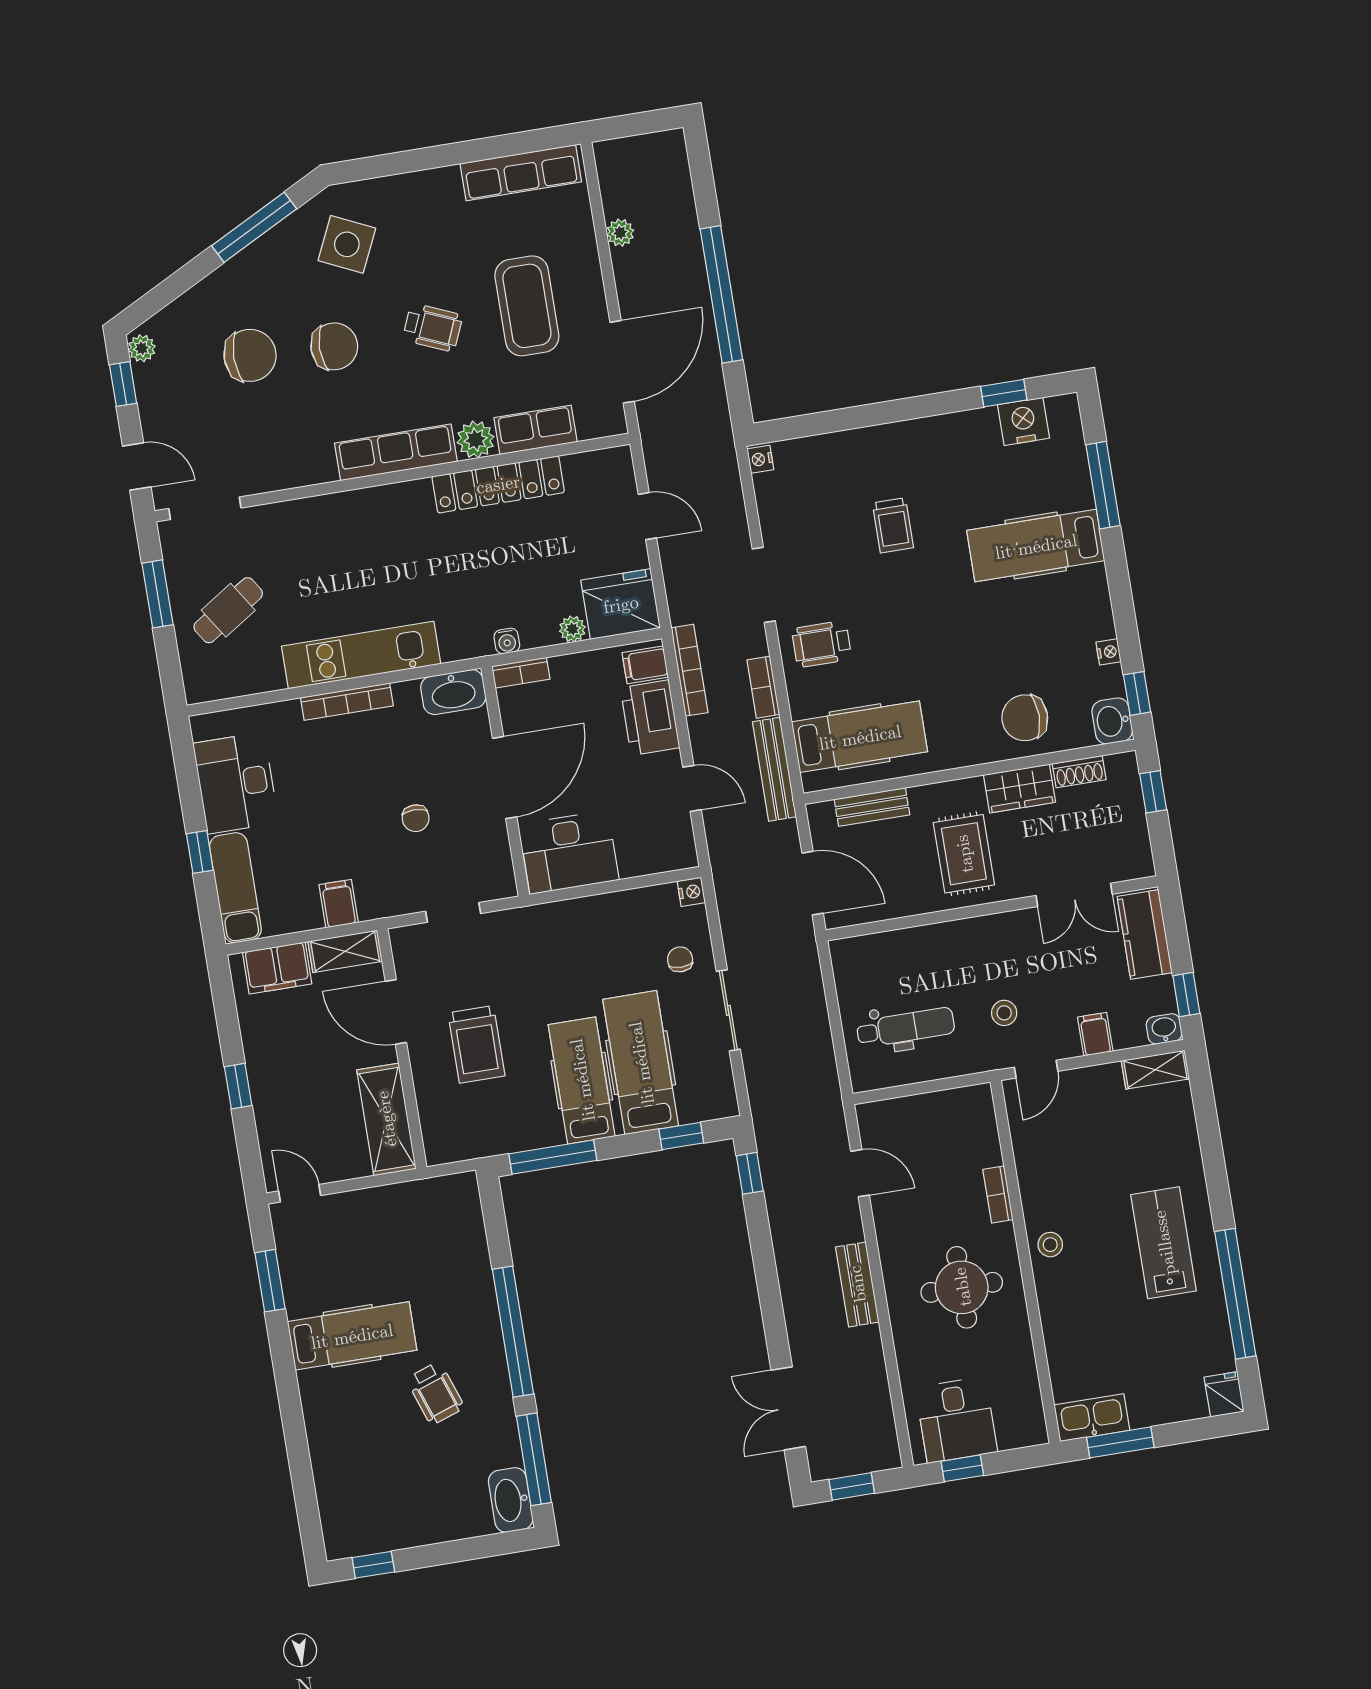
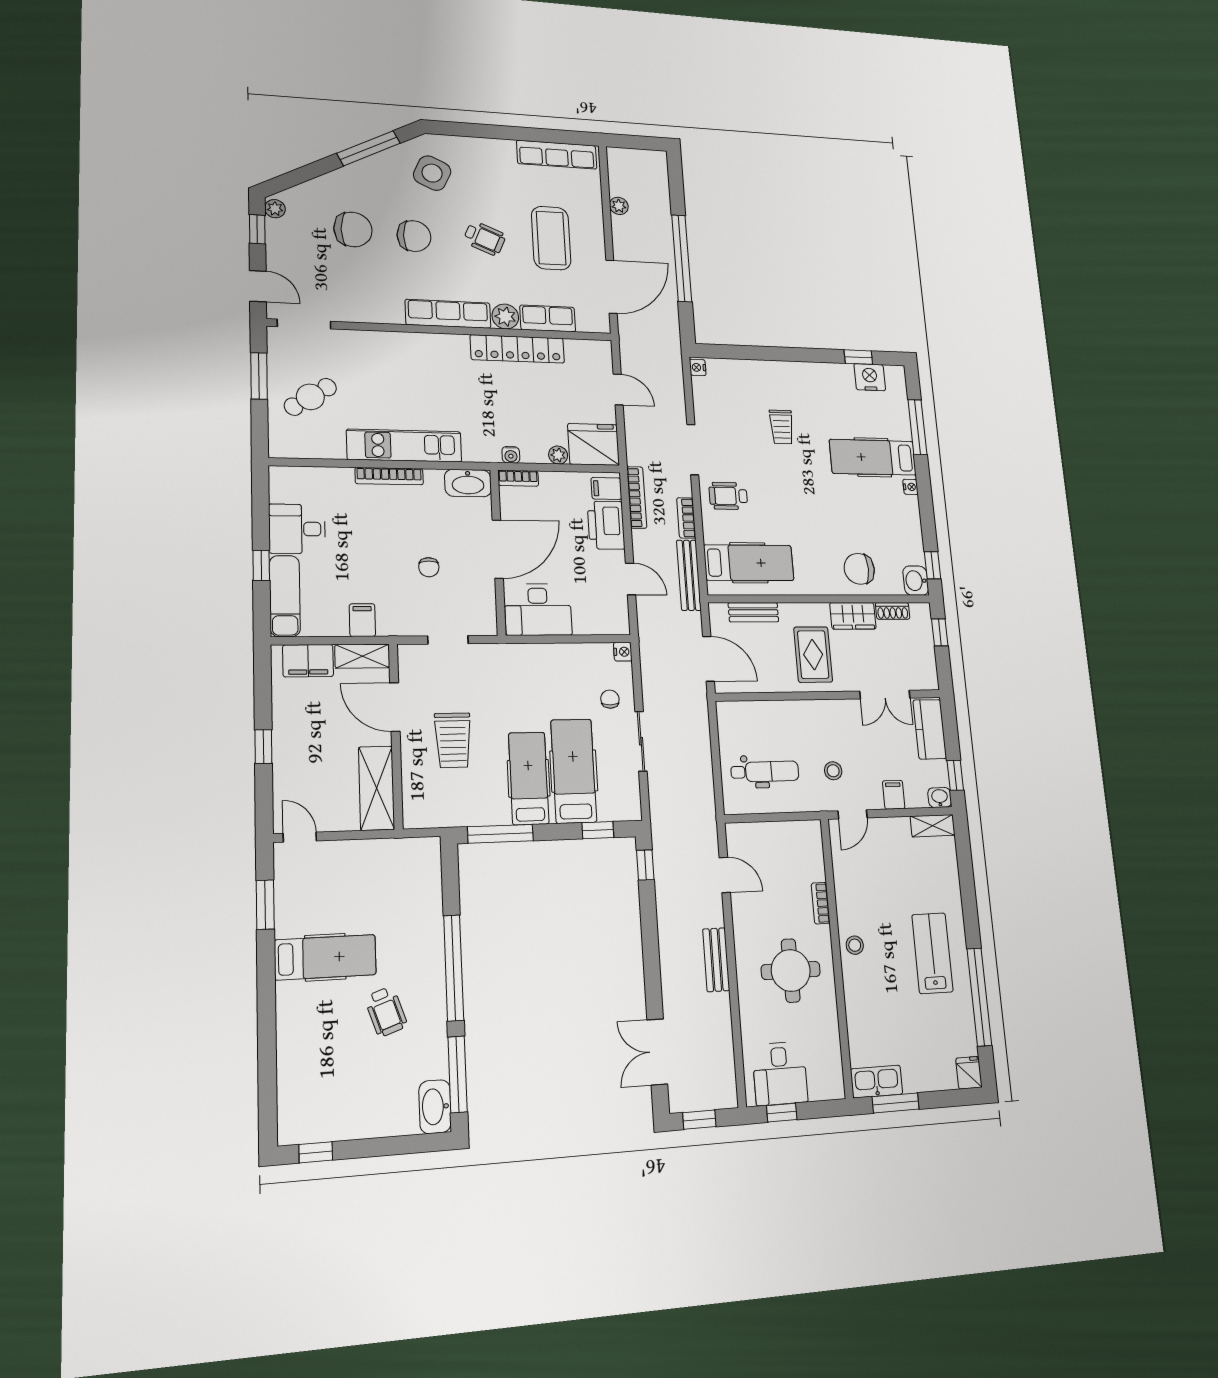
nightstand: (1109, 652) -> (911, 487), moved
desk: (236, 783) -> (297, 529), width x0.73

